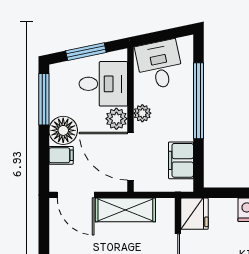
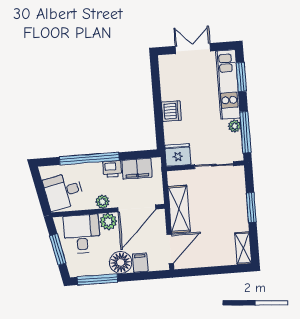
printer: (183, 129) -> (112, 169), added

